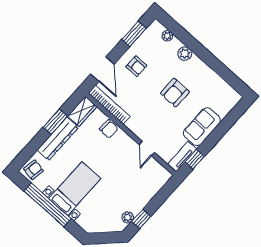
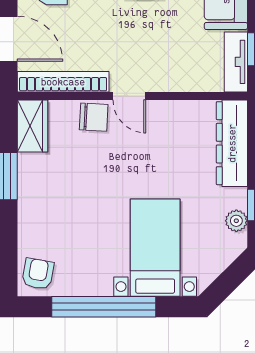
dresser: (58, 139) -> (232, 143), moved, turned 180
door: (147, 148) -> (129, 96), moved
bed with nightstands: (75, 189) -> (155, 248), moved

